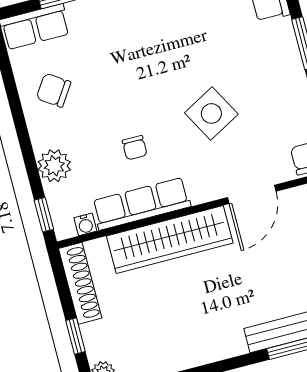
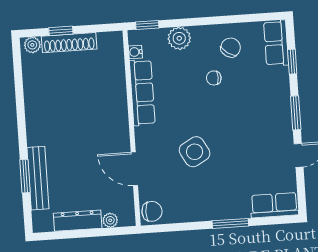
chair: (135, 148) -> (214, 78), moved
wardrobe: (170, 239) -> (114, 107), removed
shoe rack: (80, 283) -> (69, 43), moved

